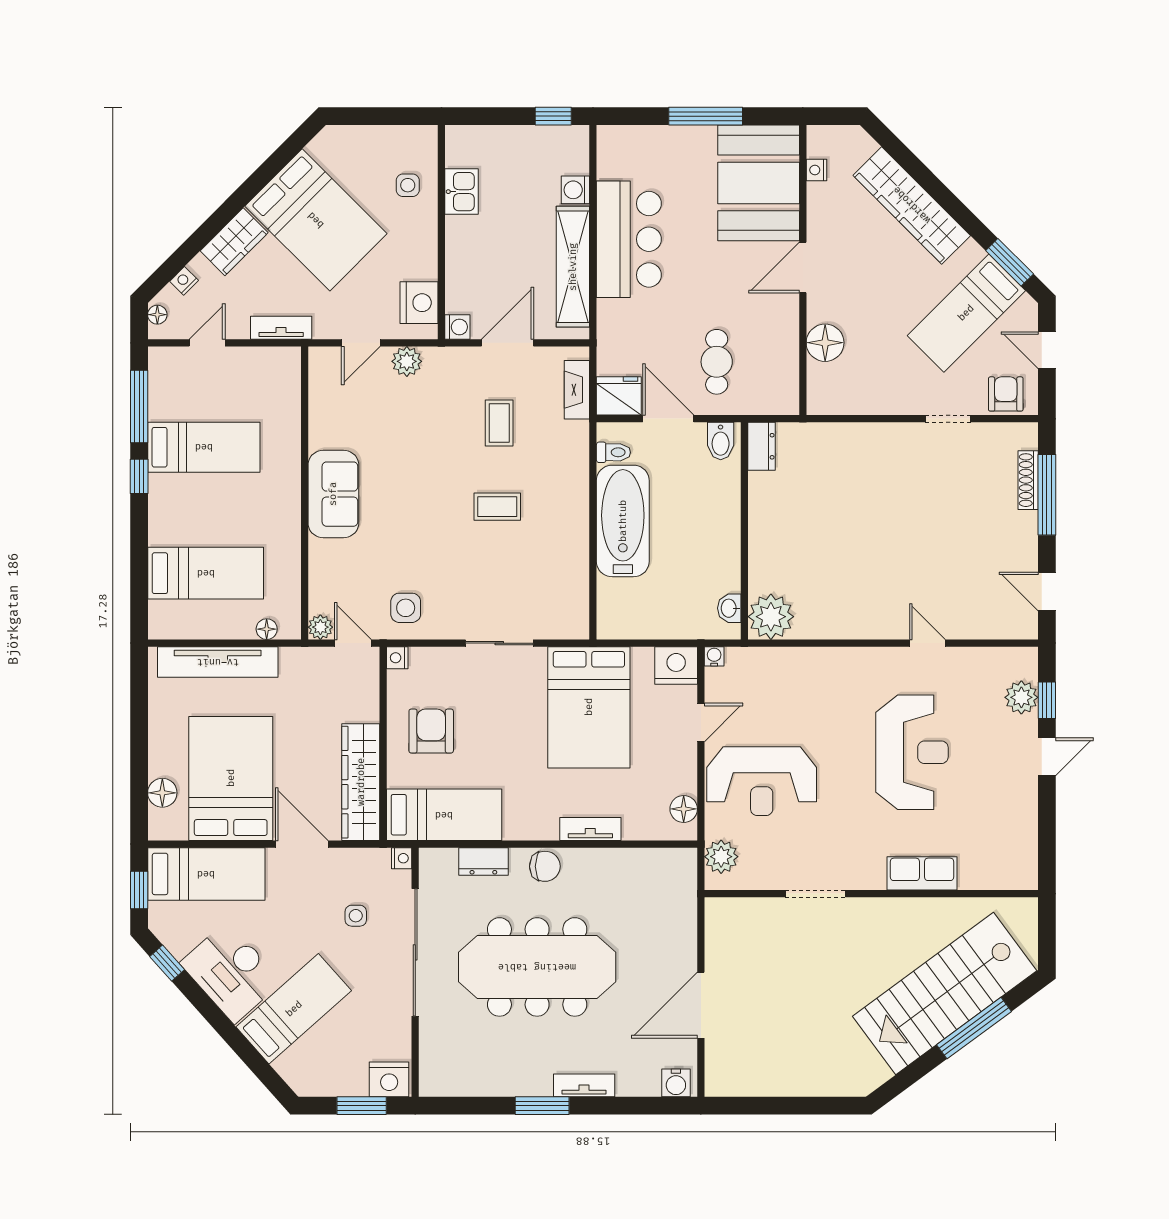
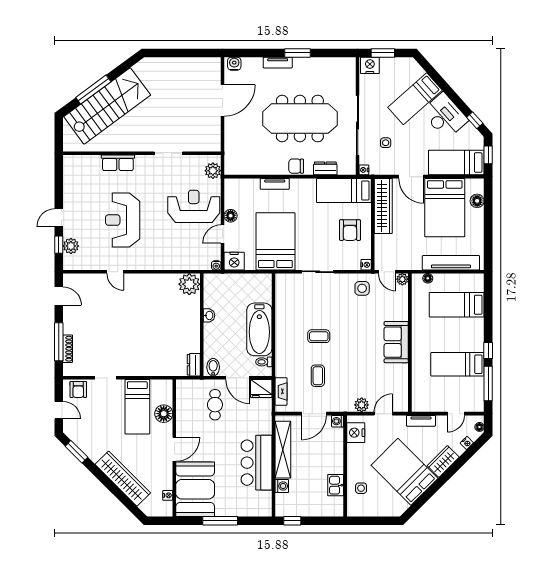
bed: (966, 313) -> (137, 407), moved, turned 135
washbasin: (729, 608) -> (209, 315), moved
floor lamp: (684, 809) -> (231, 216), moved

